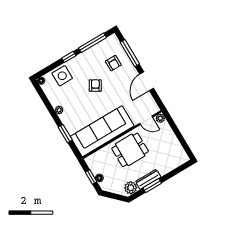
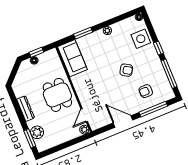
sofa: (102, 131) -> (72, 58), width x0.54, depth x0.79
window: (152, 186) -> (30, 138), moved
plant: (131, 188) -> (37, 132), moved

